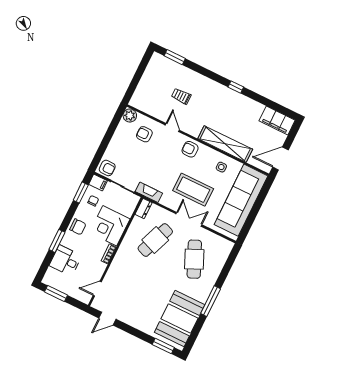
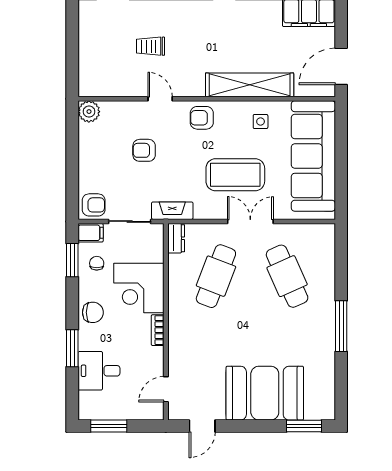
armchair: (144, 134) -> (144, 150), moved
booth: (180, 318) -> (265, 393), moved, turned 90

